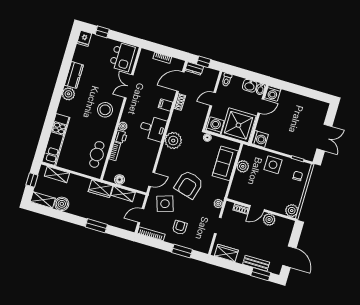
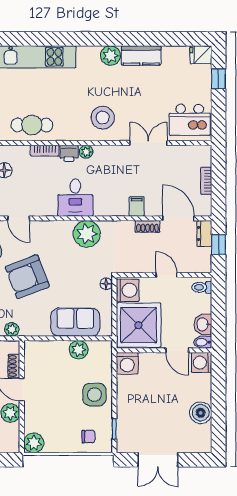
boiler: (303, 103) -> (201, 413), added
desk: (153, 128) -> (75, 198), moved
armchair: (189, 185) -> (27, 277), turned -37

